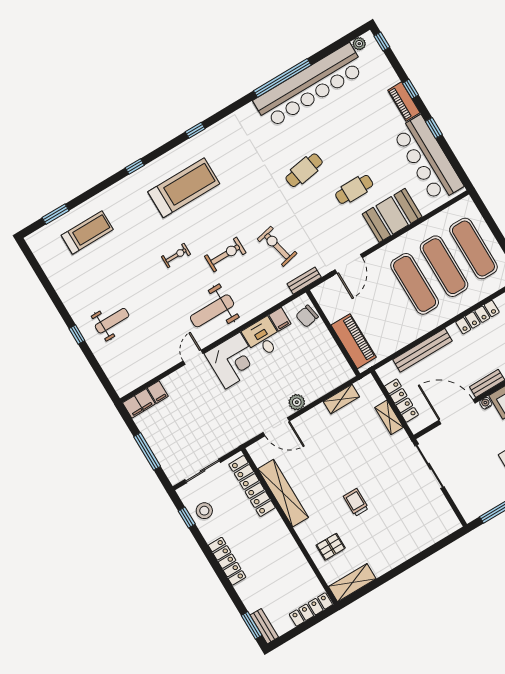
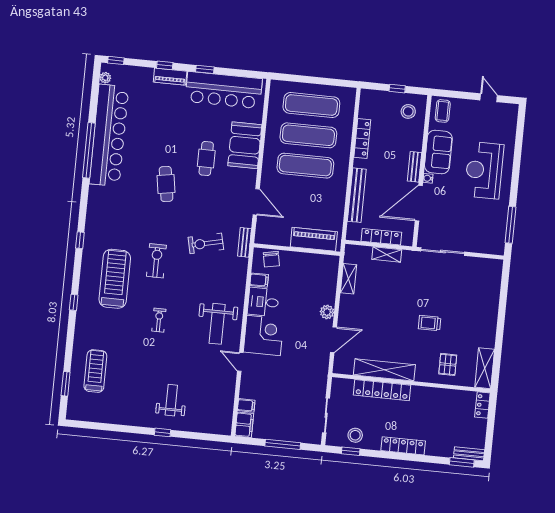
exercise bike: (225, 255) -> (156, 261), moved
locker: (252, 486) -> (382, 390), moved
locker: (311, 609) -> (482, 405), width x0.66

